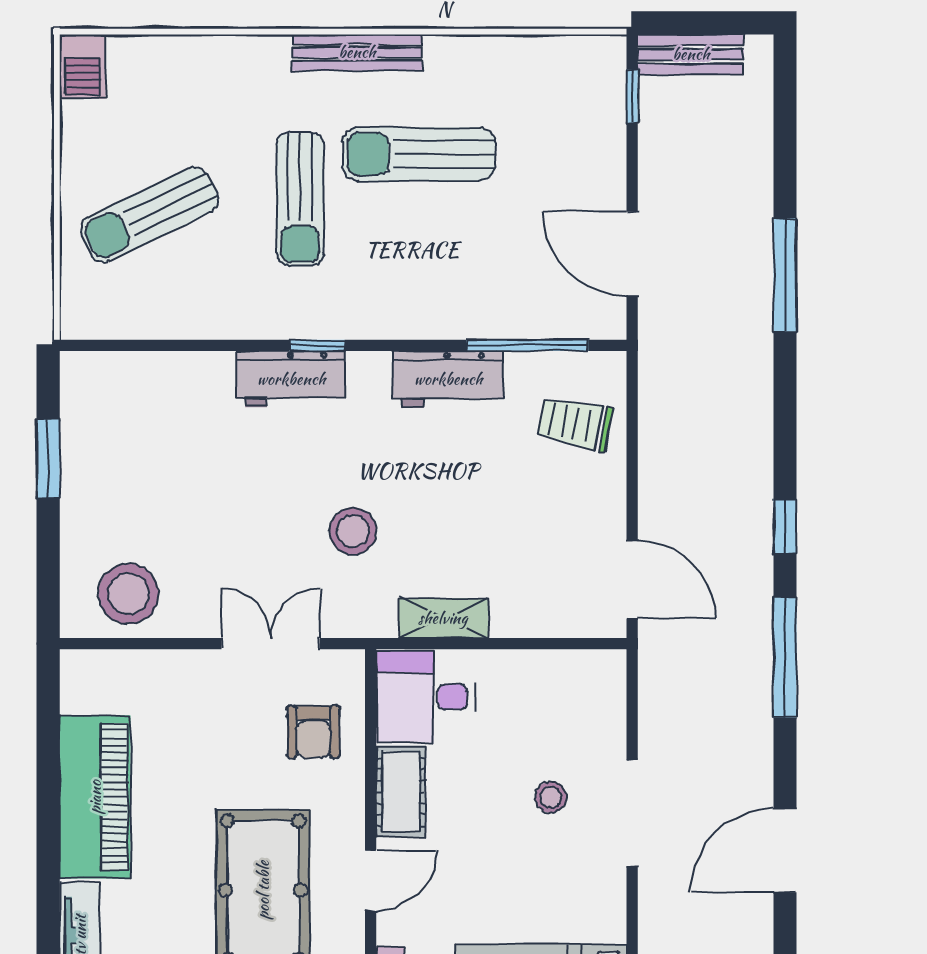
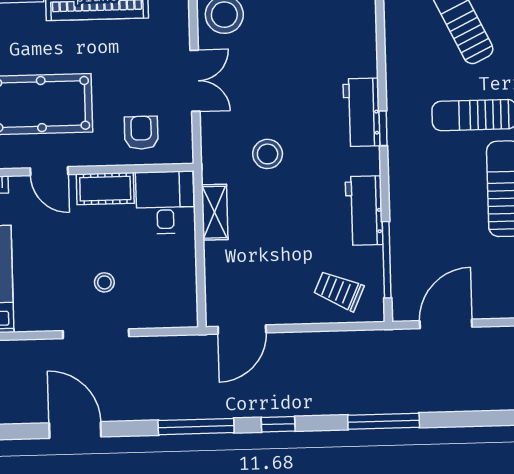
window: (785, 275) -> (384, 421), moved
trolley: (574, 423) -> (339, 291), turned -77
double door: (271, 644) -> (195, 81), moved
armchair: (313, 732) -> (141, 133), turned 90

